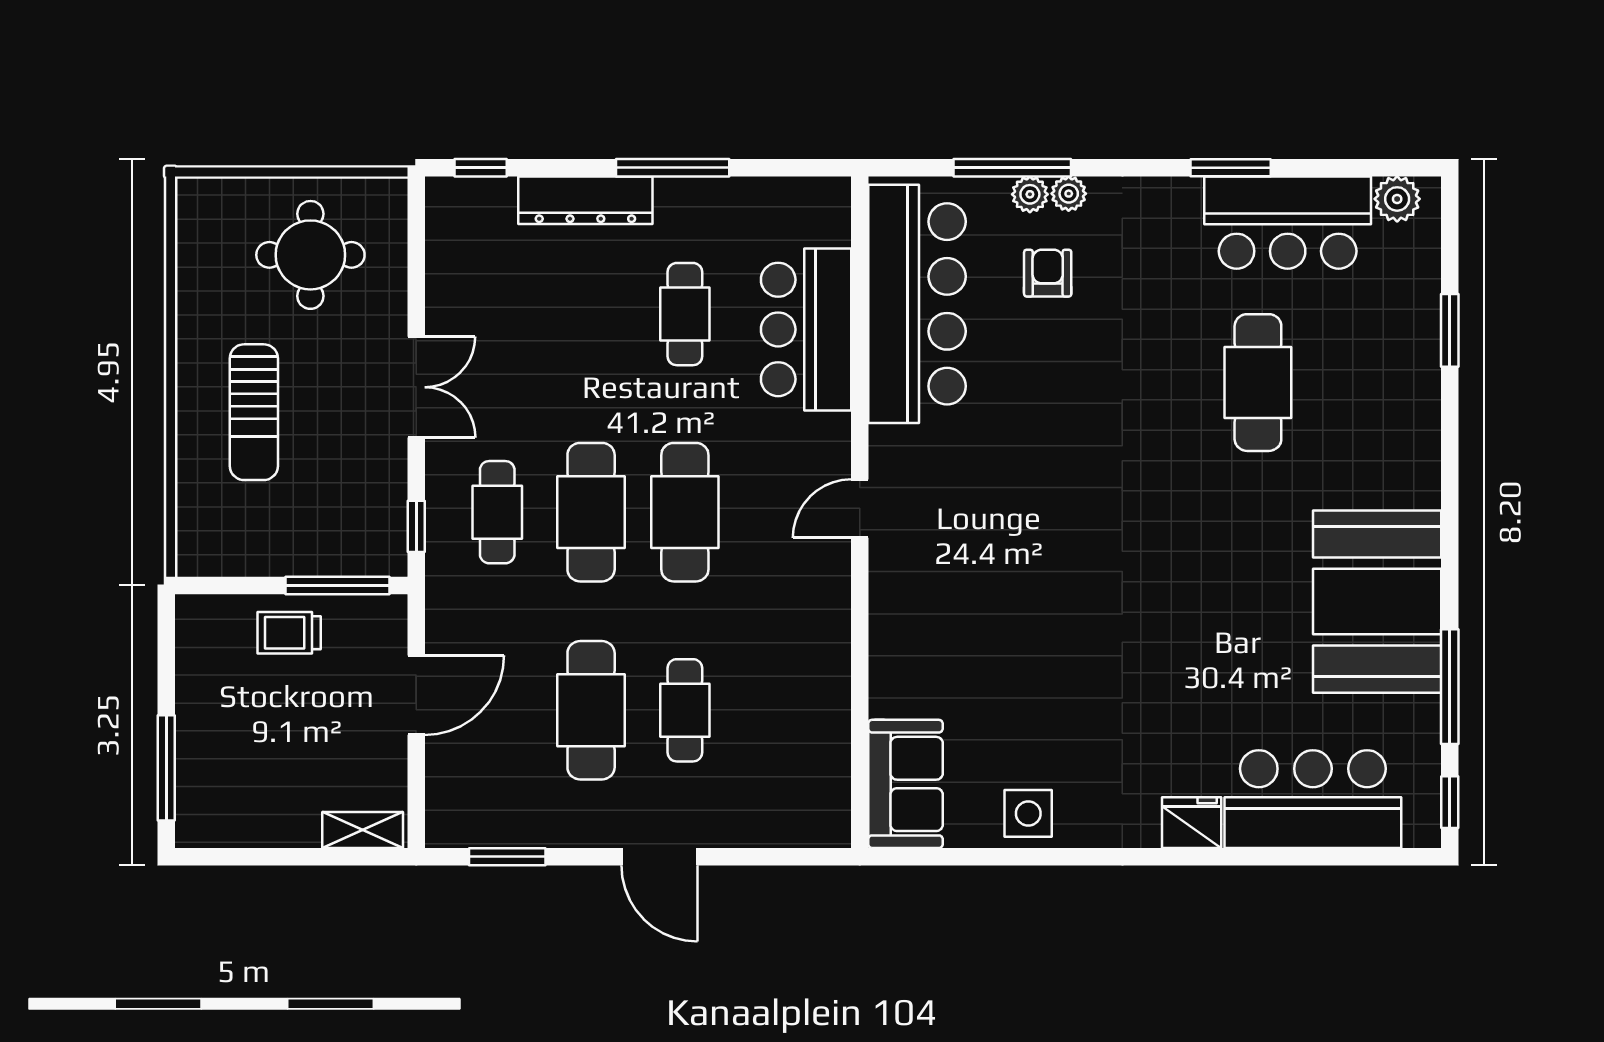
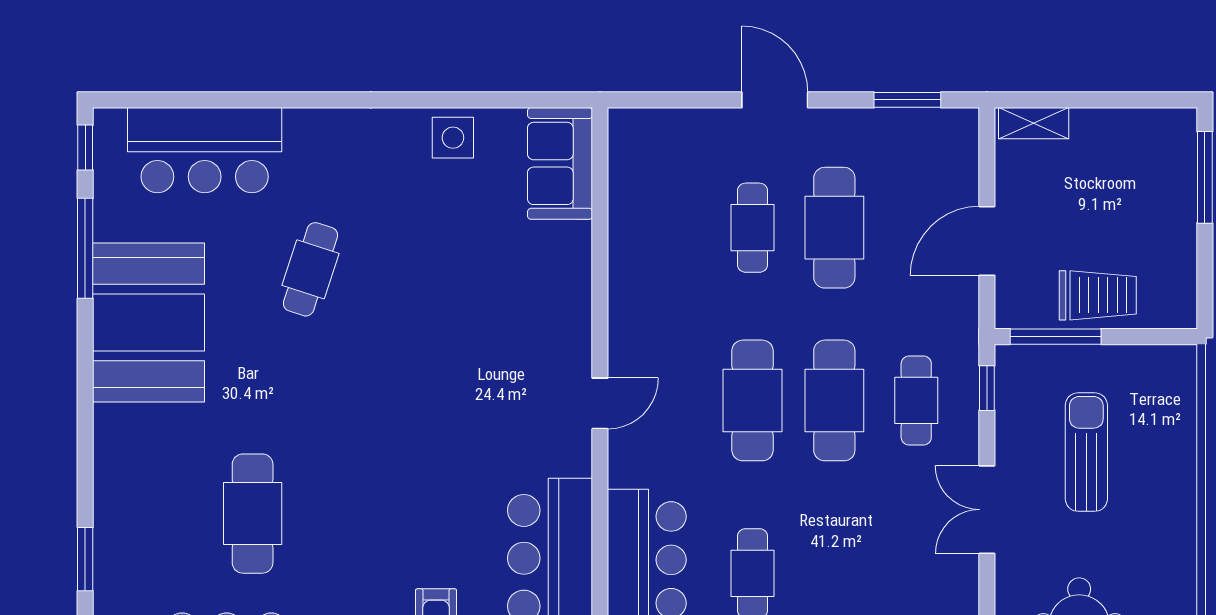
sun lounger: (254, 412) -> (1086, 452), moved
trolley: (289, 633) -> (1098, 295), width x1.36, depth x1.39
cafe table: (1192, 662) -> (310, 269), added
fridge: (1192, 823) -> (310, 130), removed

